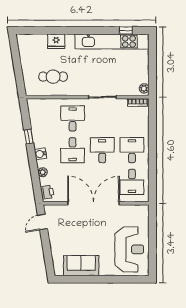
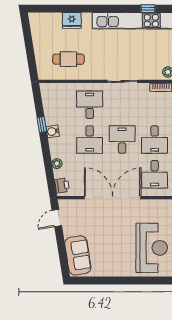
desk: (132, 150) -> (155, 140), turned 180
water cooler: (40, 154) -> (53, 131), moved
sofa: (81, 266) -> (78, 255), moved, turned 81

